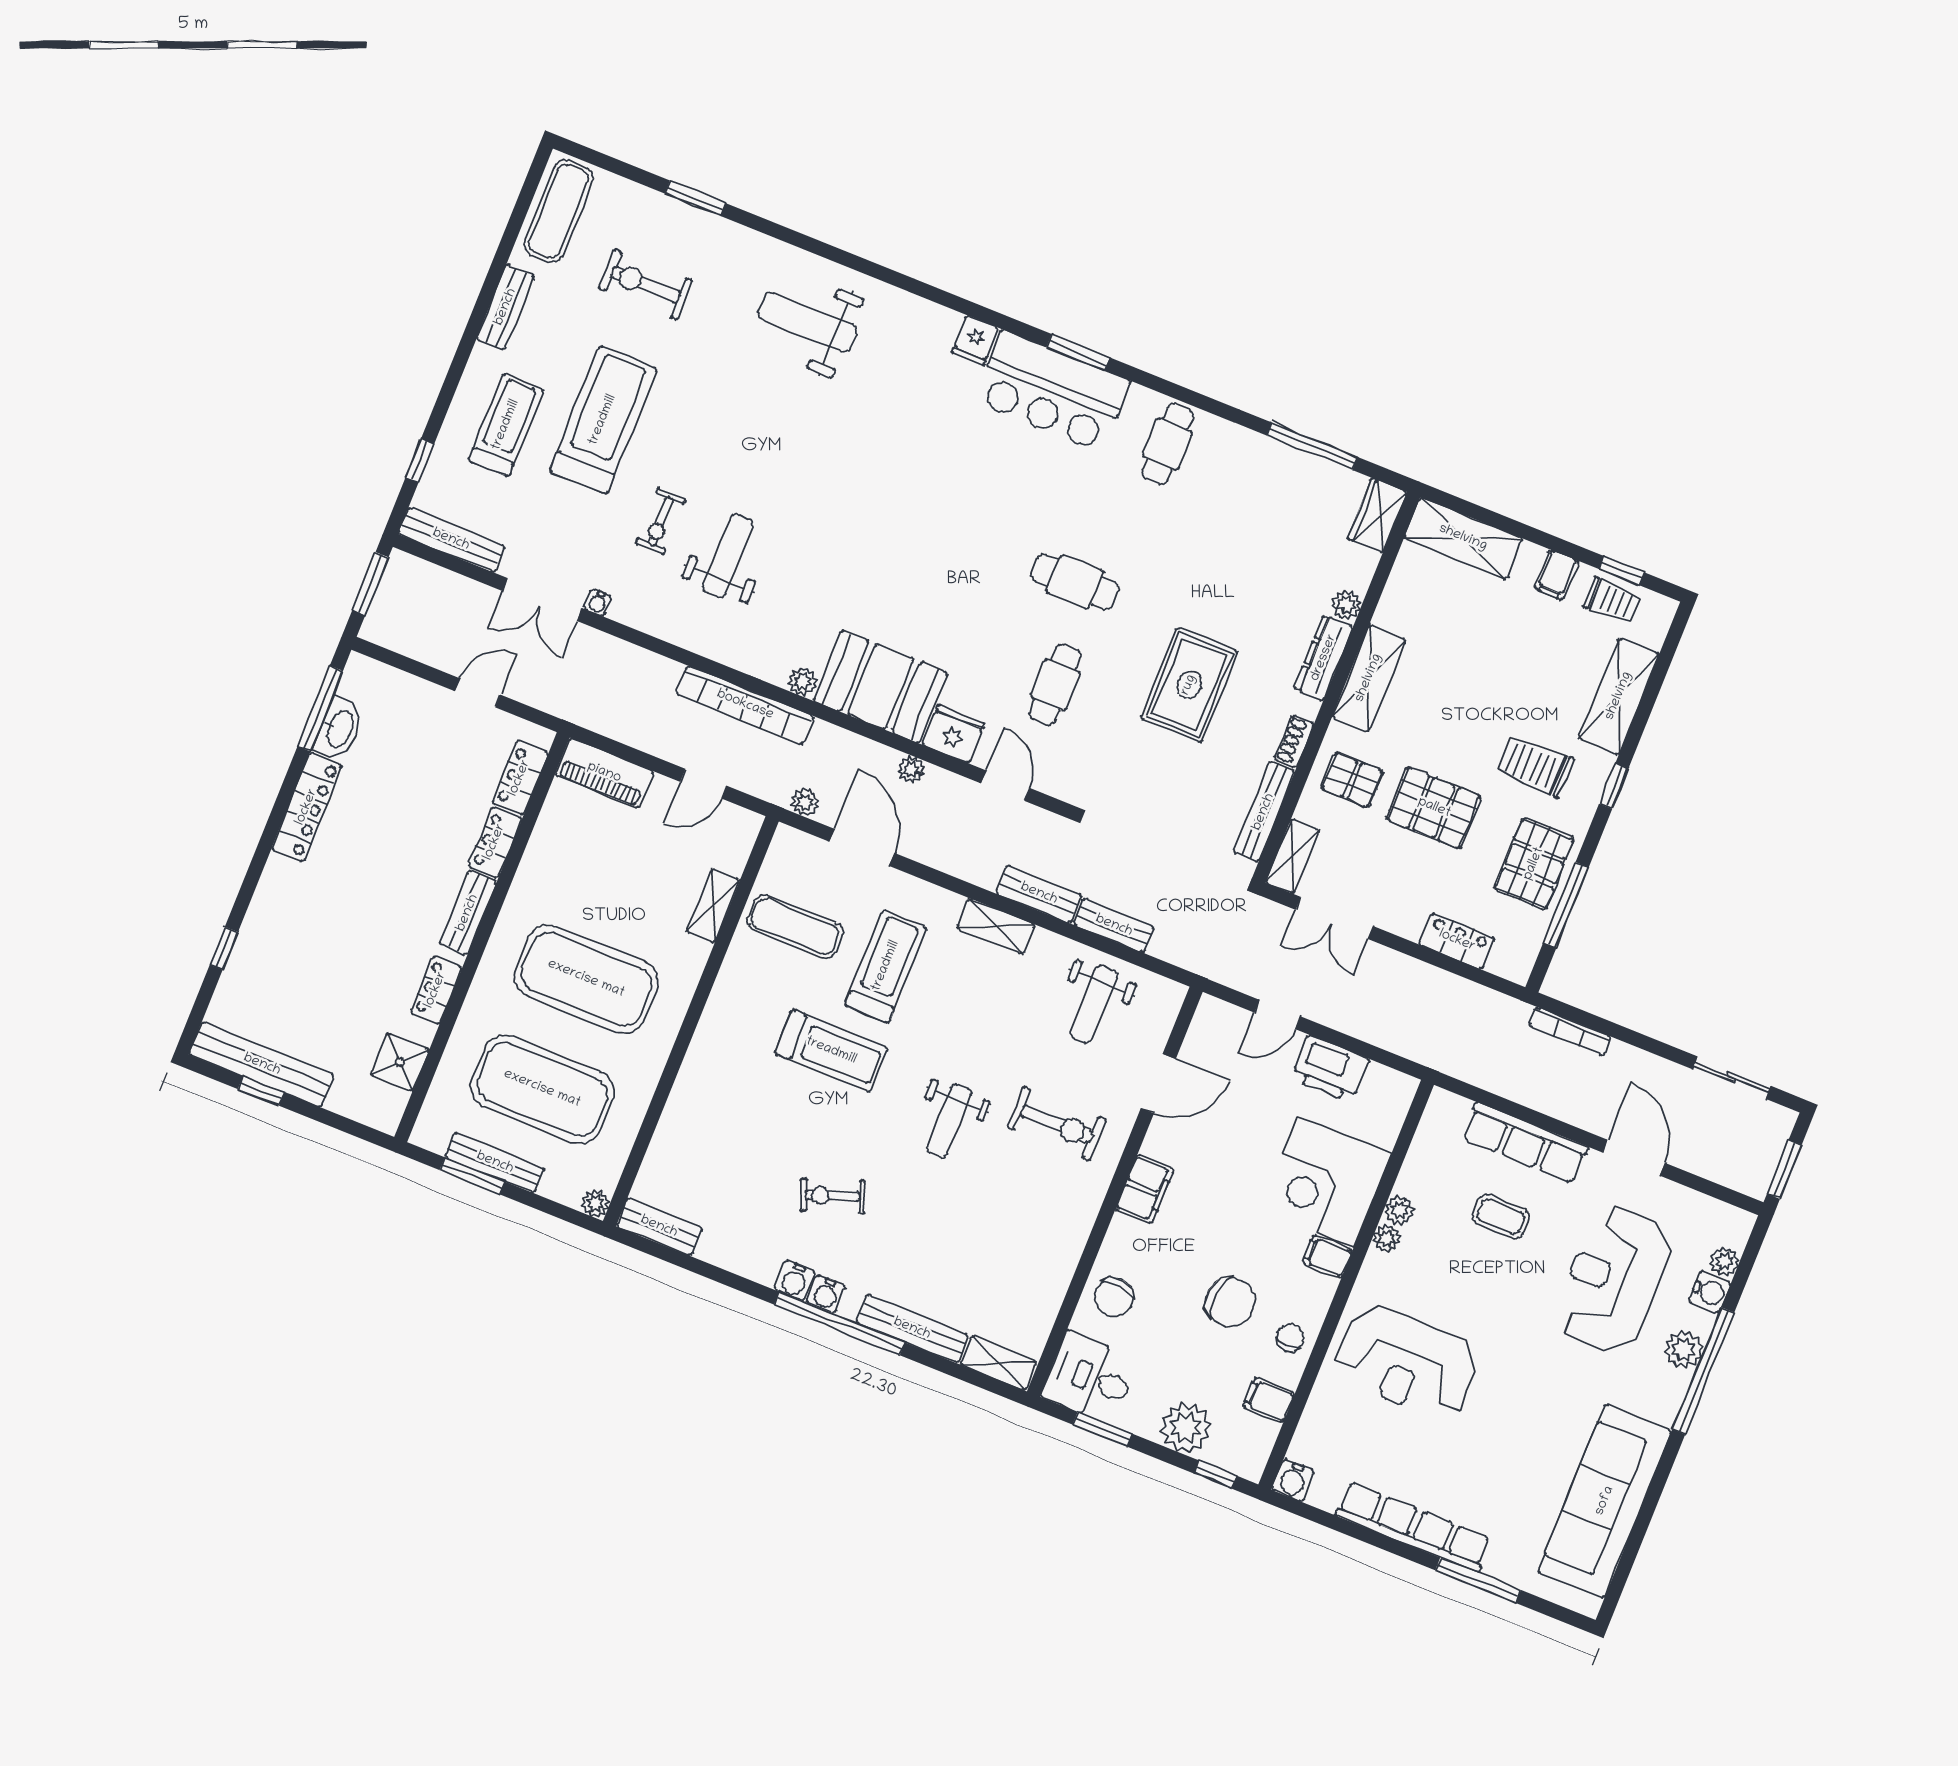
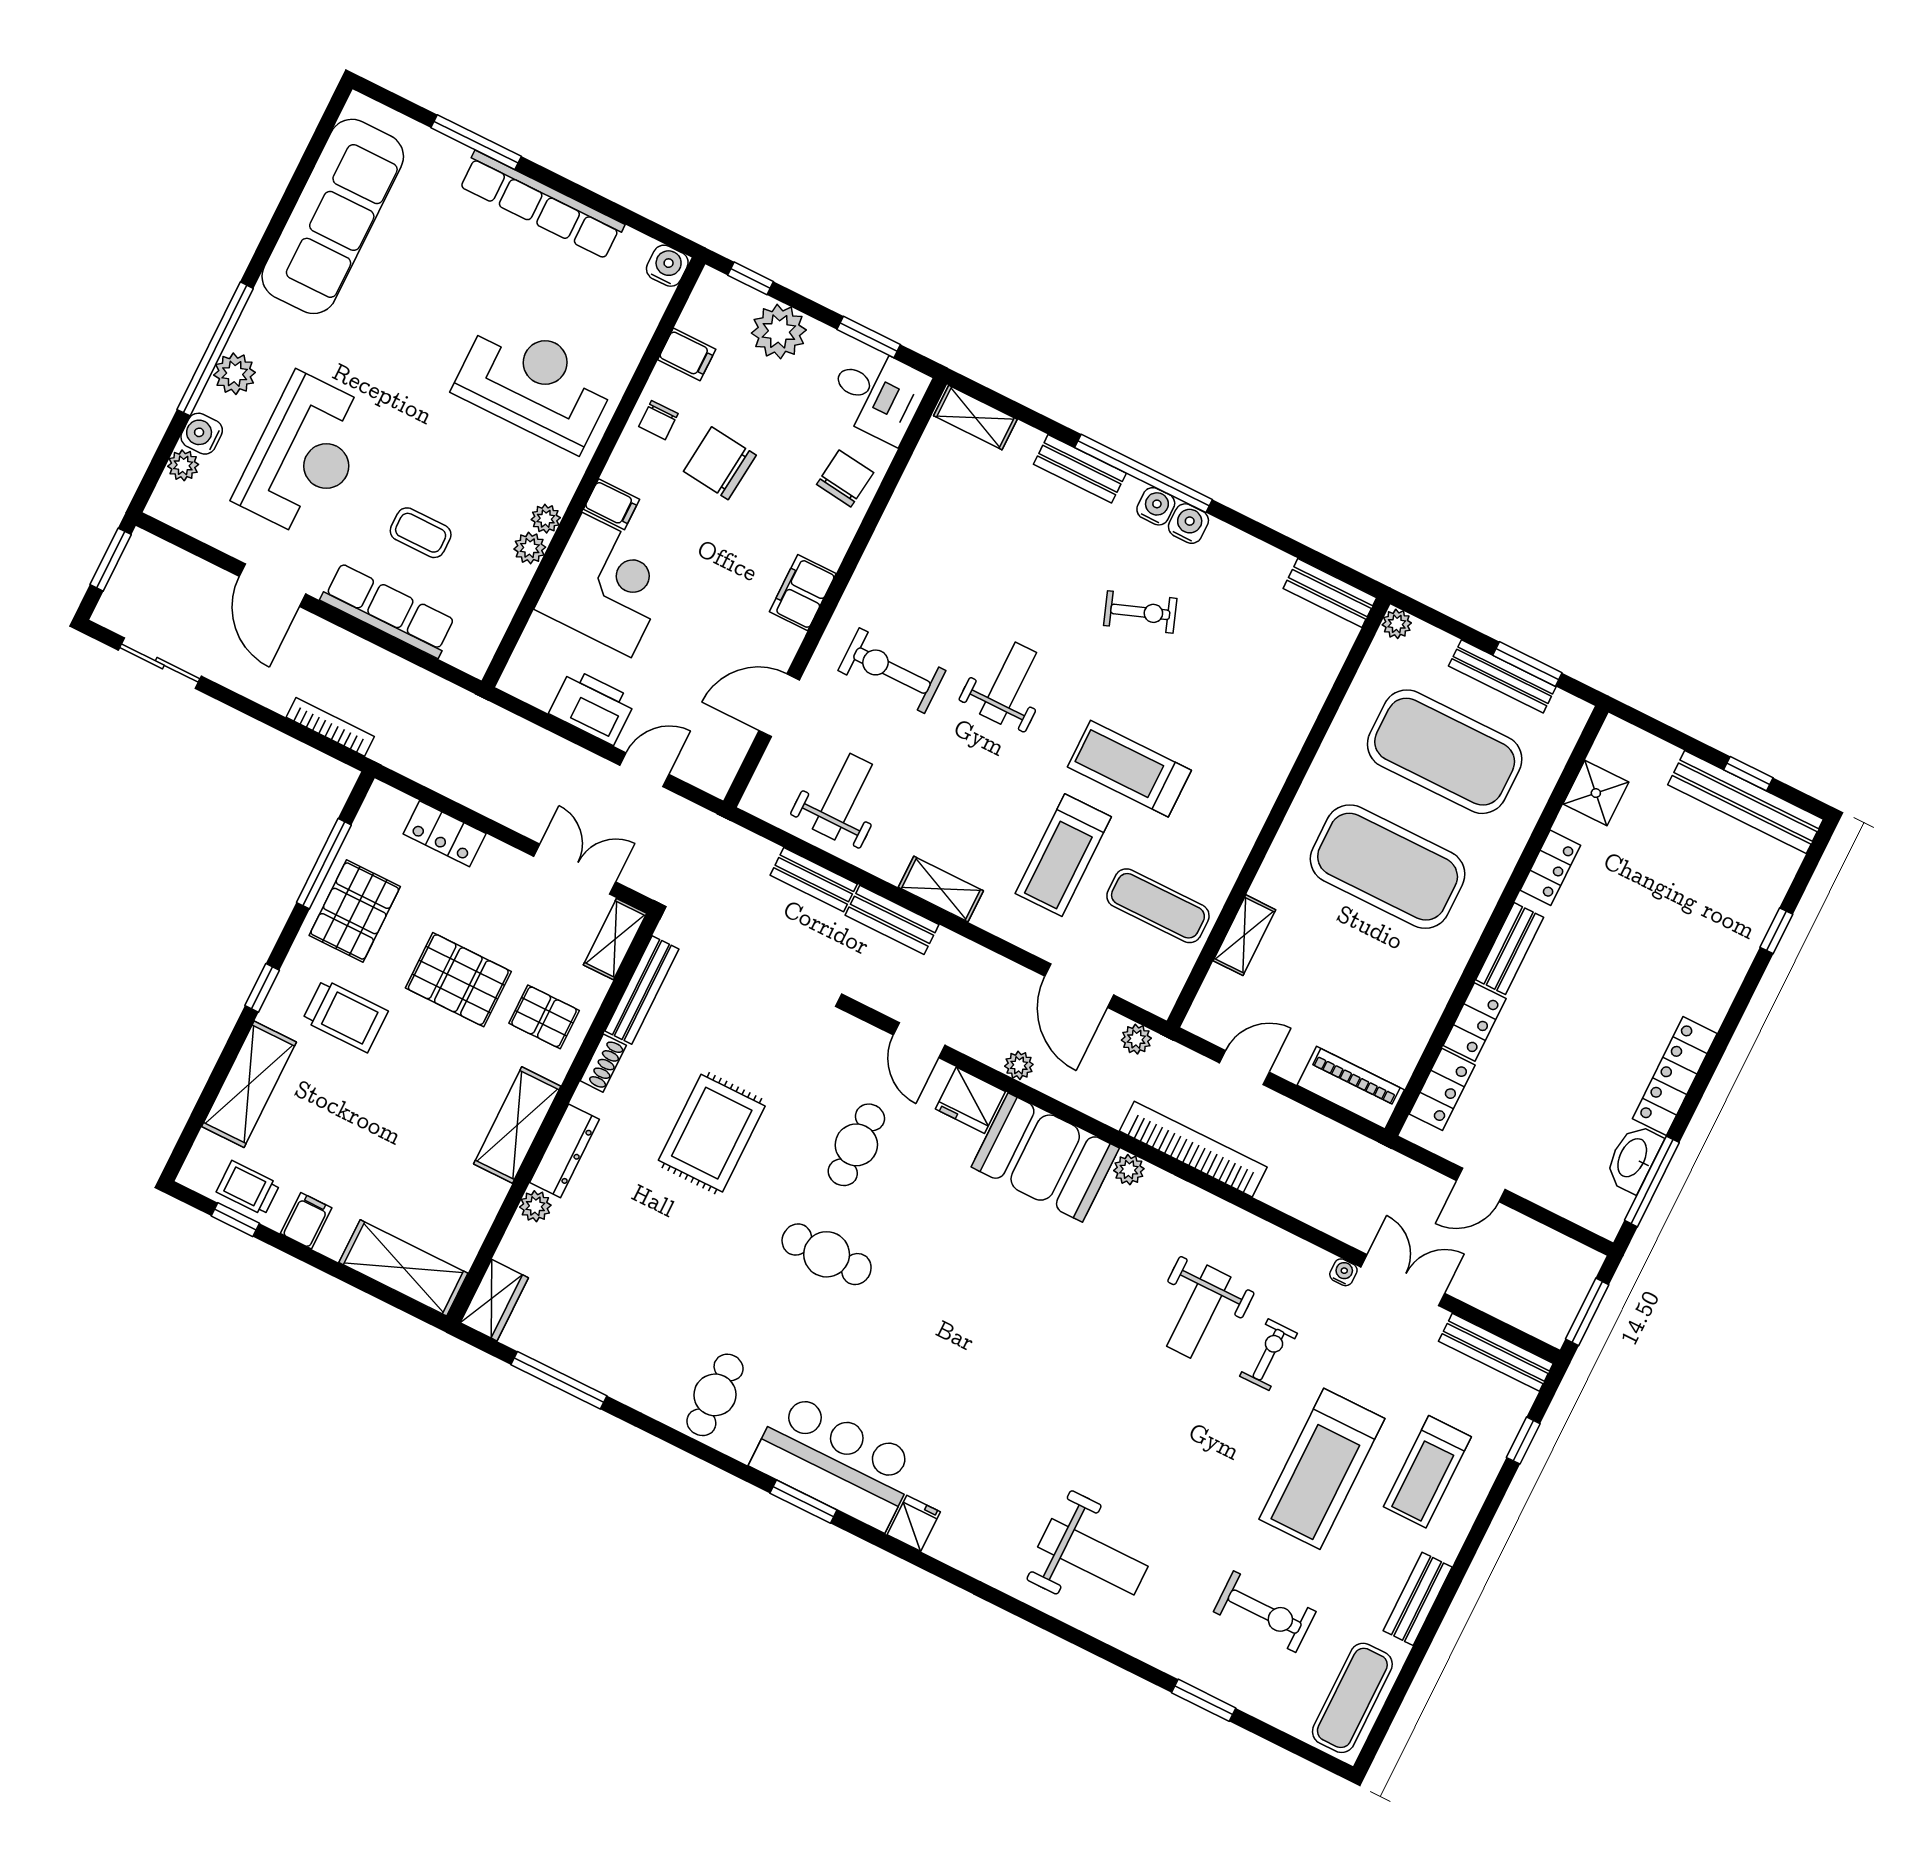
bench: (912, 1329) -> (1080, 469), width x0.73

